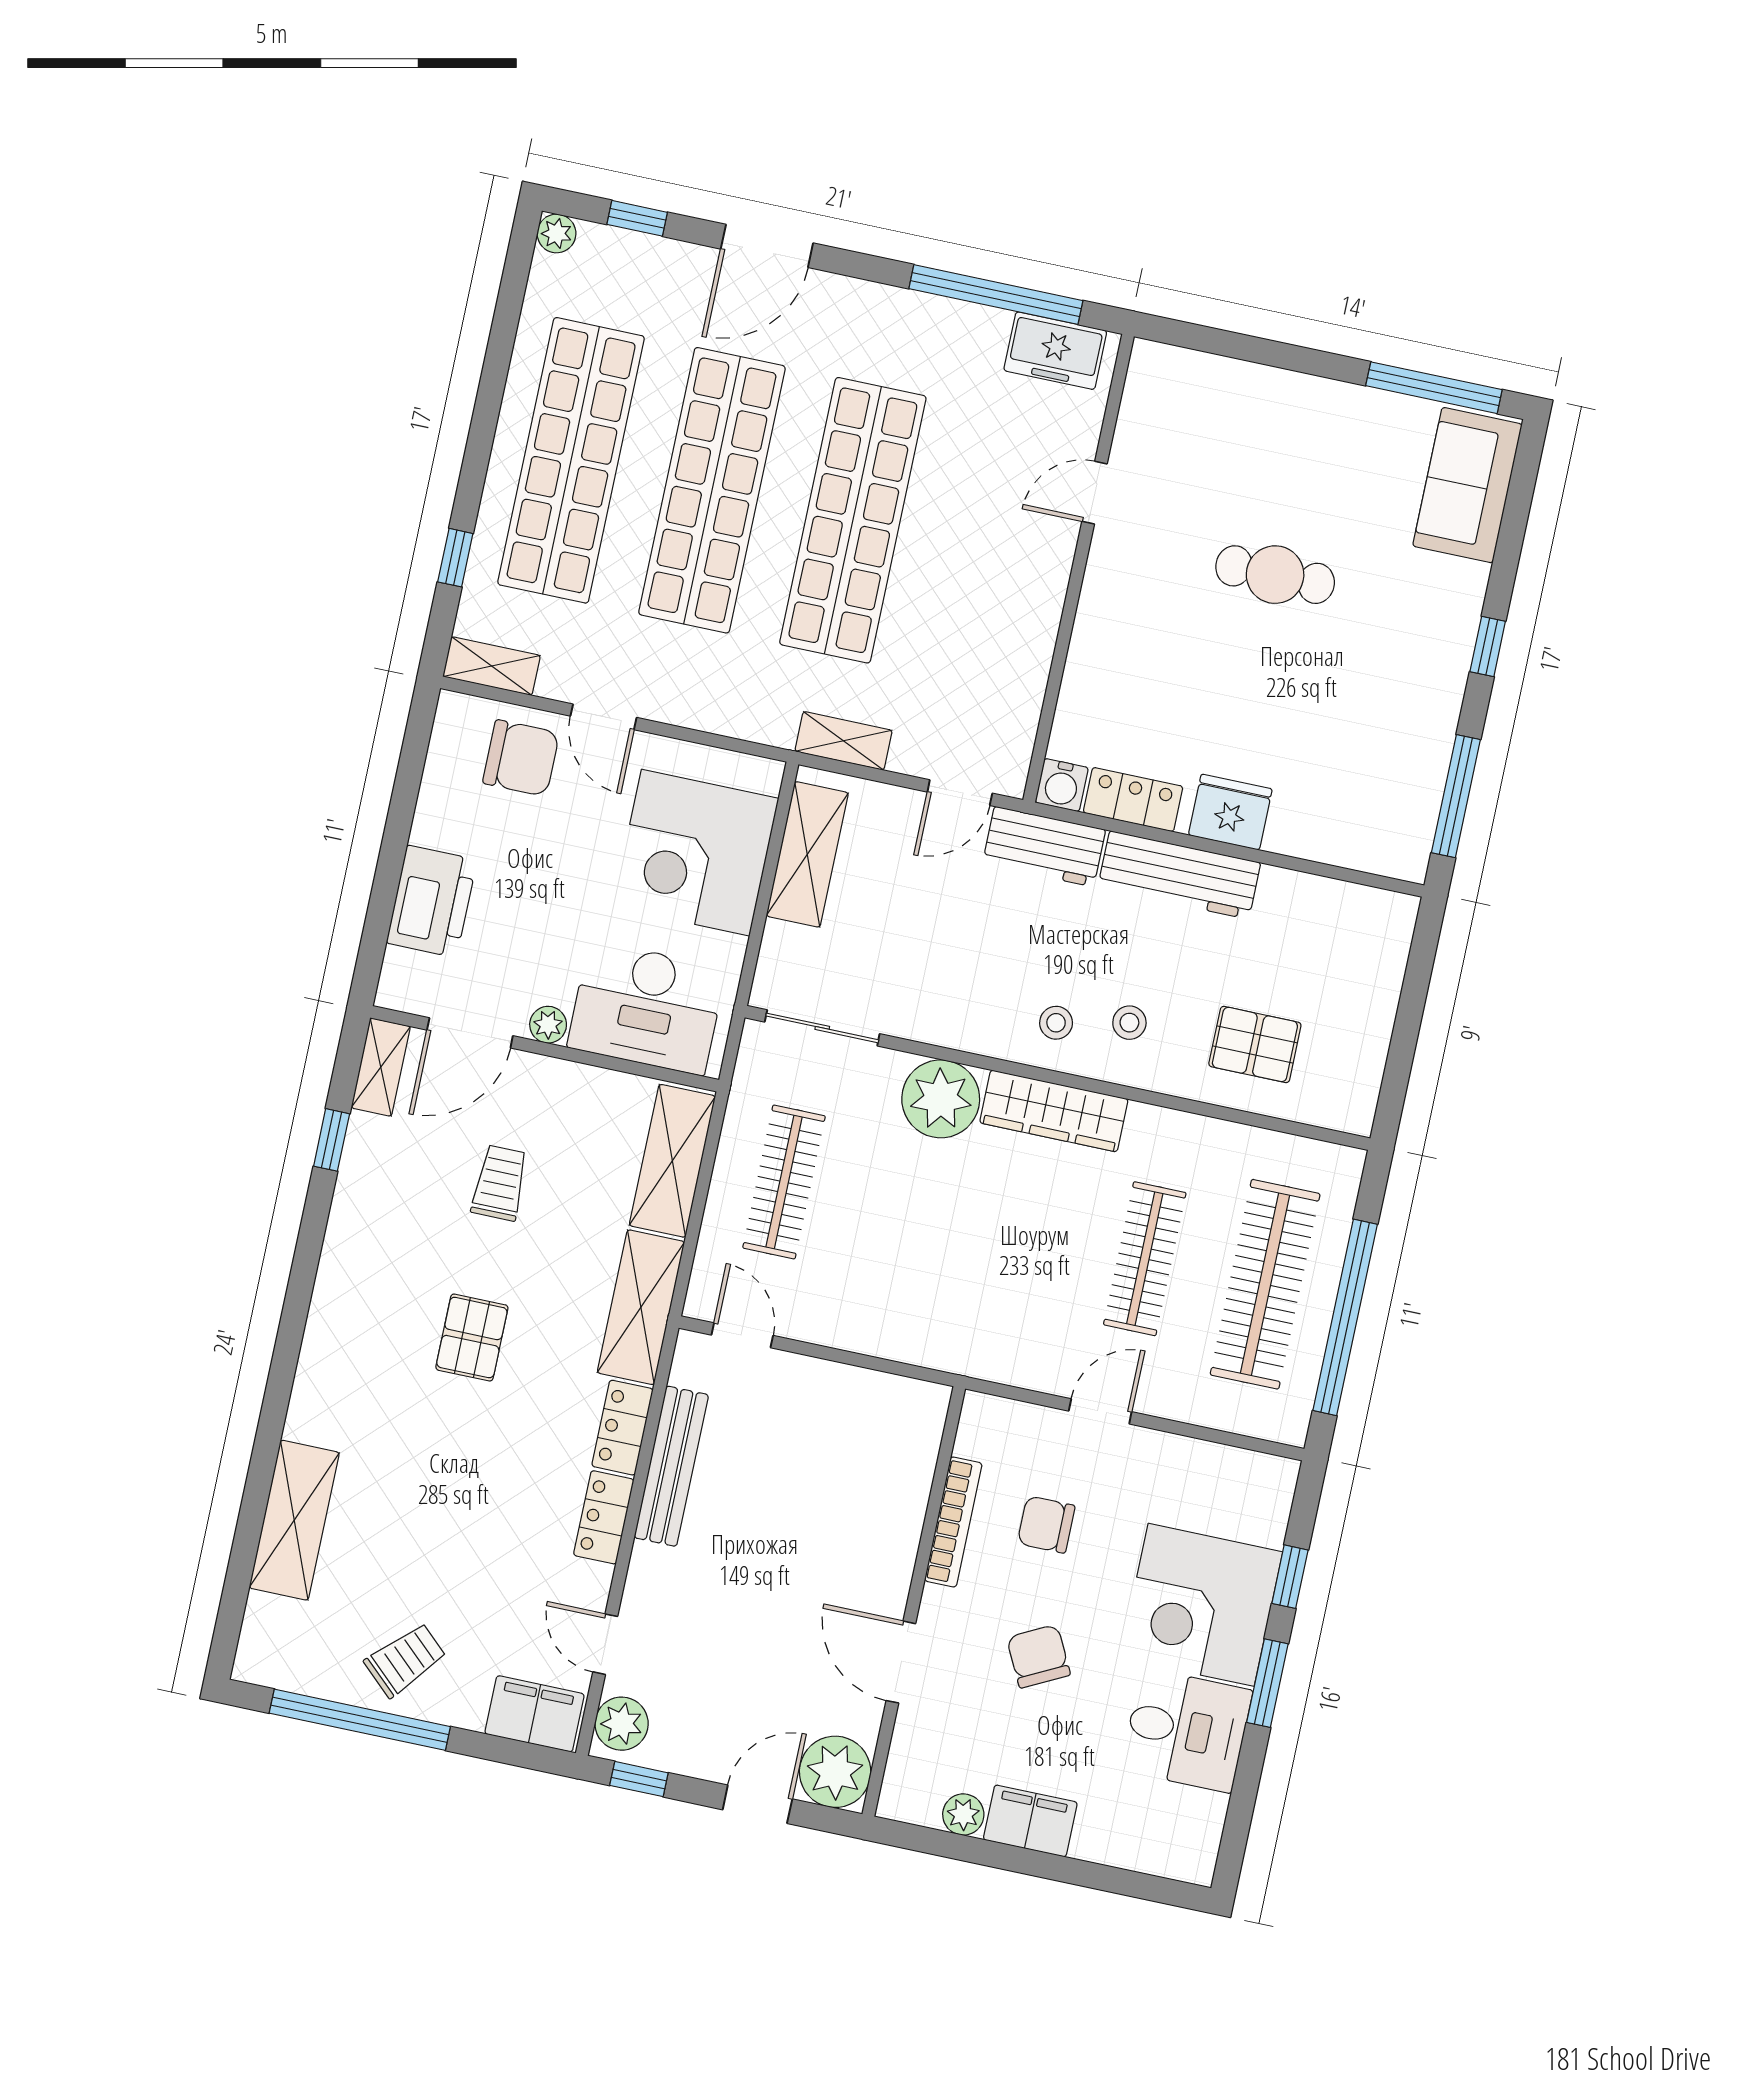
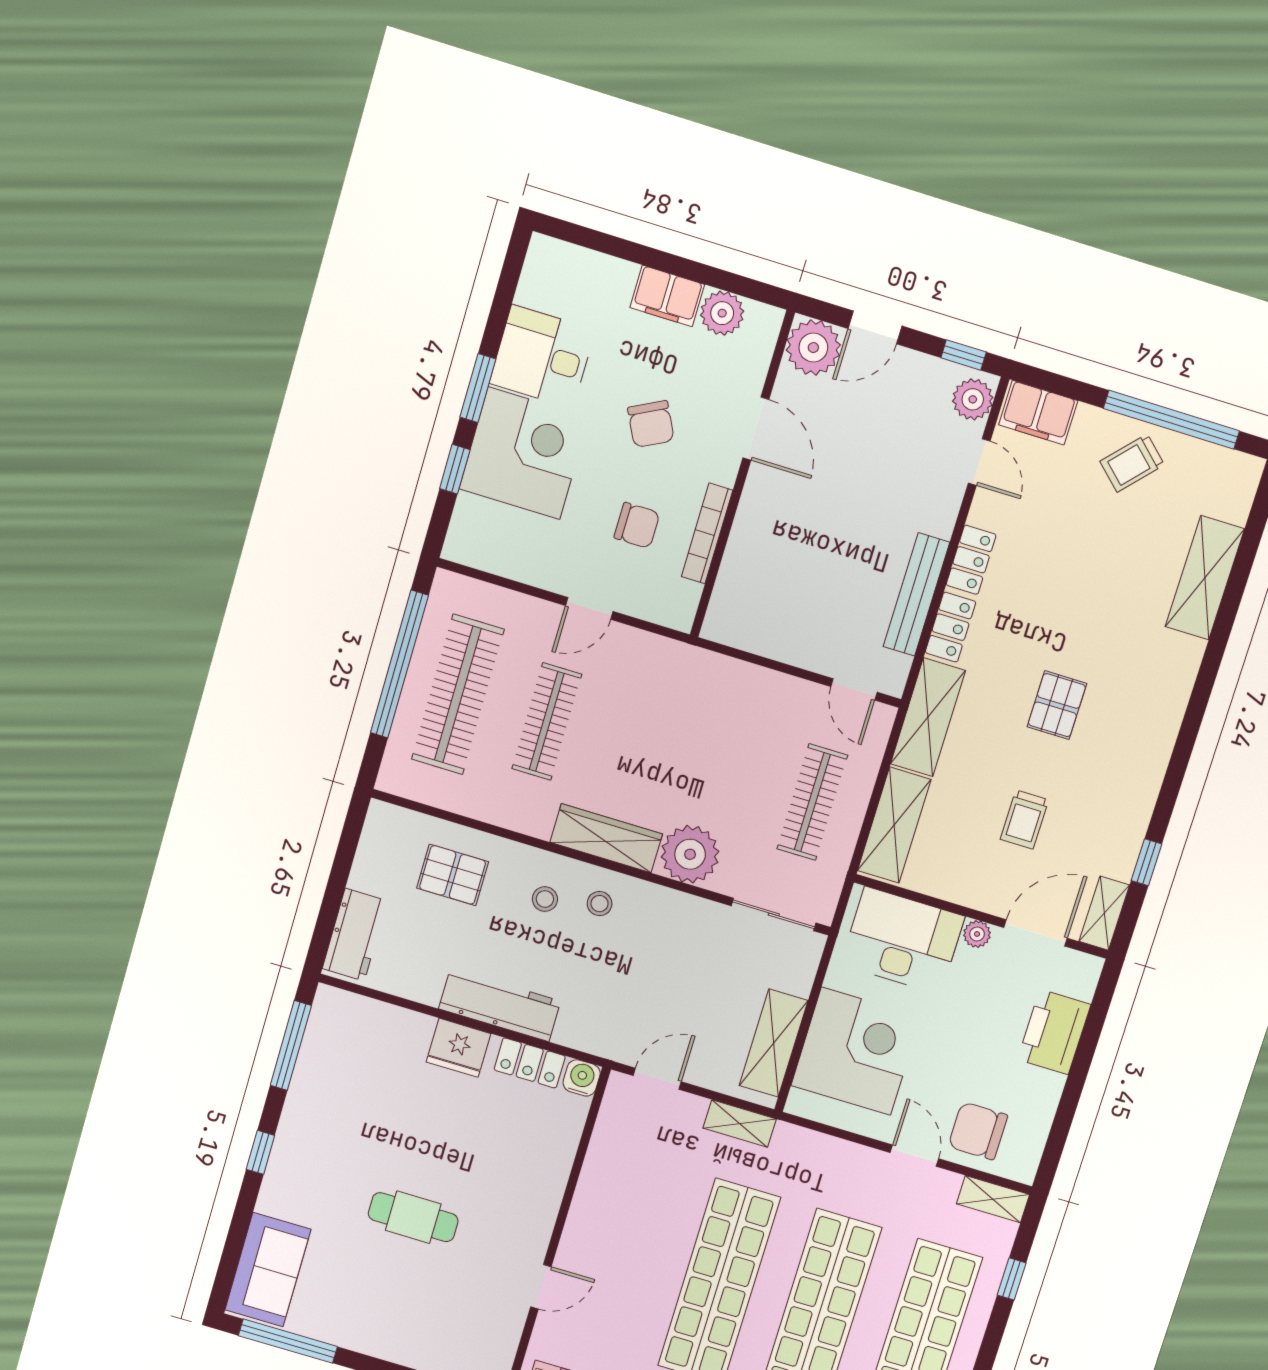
workbench: (1044, 847) -> (355, 935), moved, turned 90
plant: (963, 1814) -> (722, 313), width x1.38, depth x1.38

